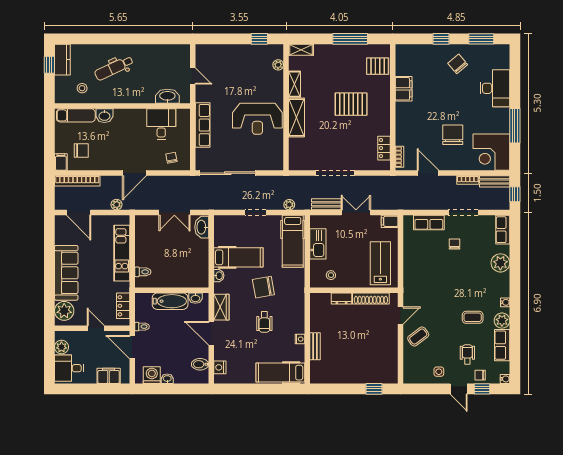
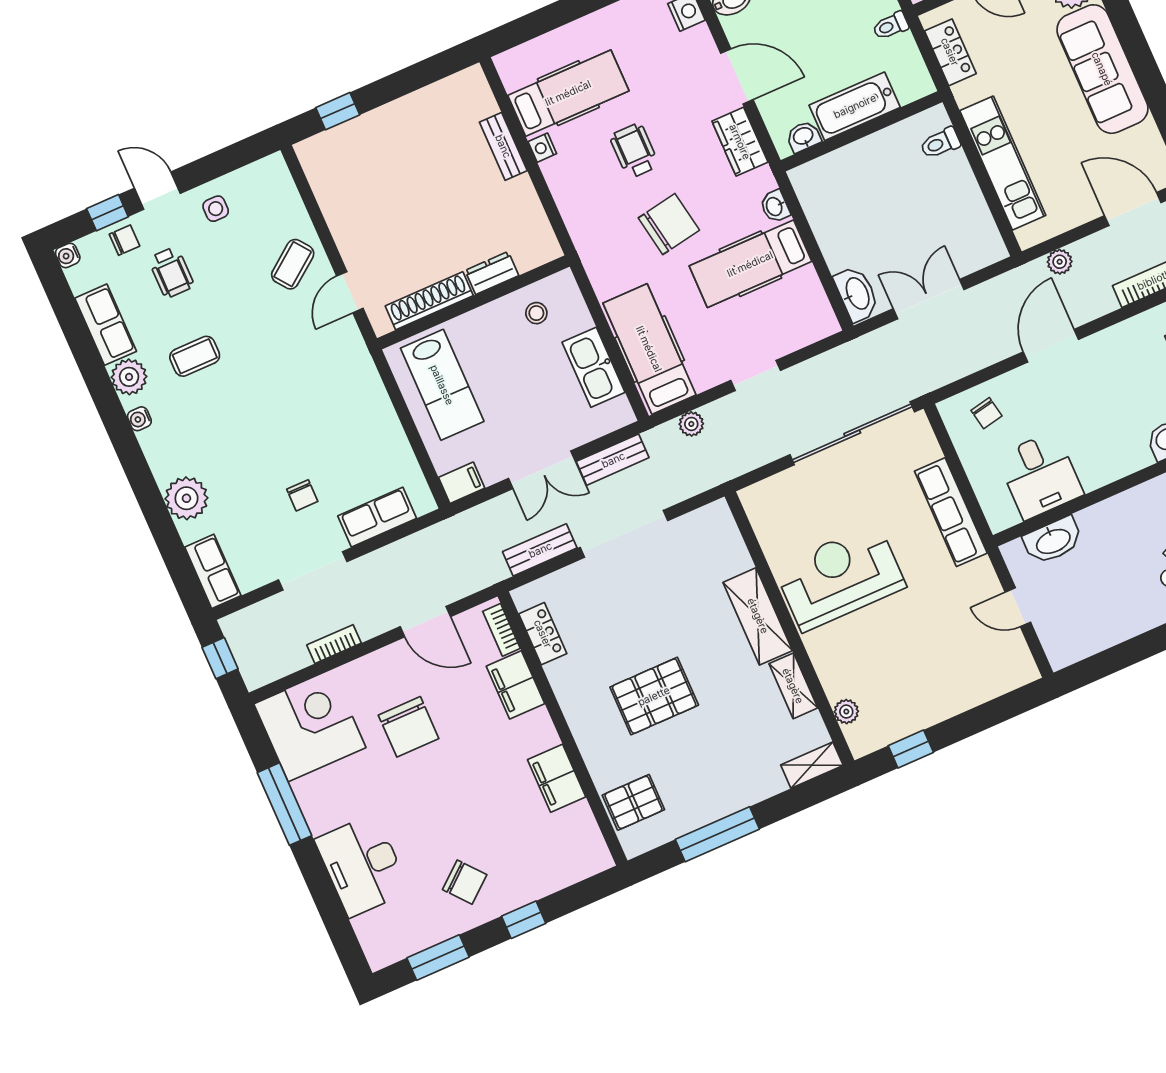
filing cabinet: (404, 133) -> (515, 685), added
bench: (495, 181) -> (540, 550), moved
hospital bed: (280, 373) -> (568, 93), moved

